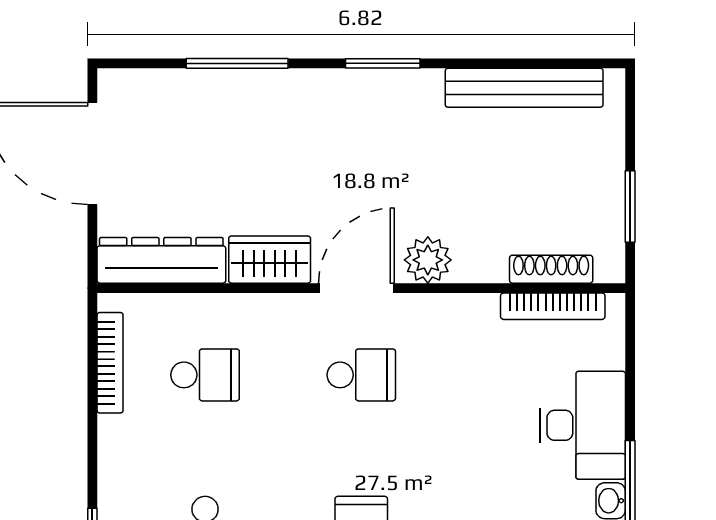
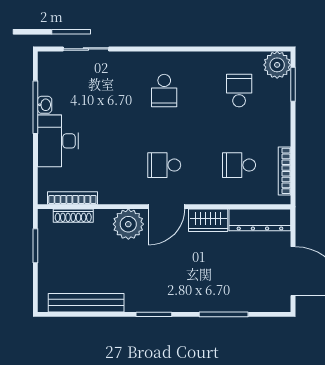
plant: (428, 260) -> (128, 224), width x1.36, depth x1.36

